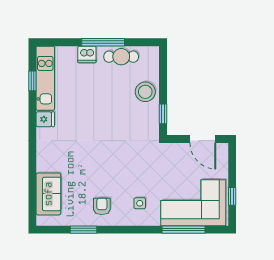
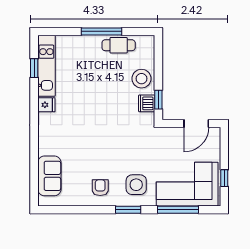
dishwasher: (87, 54) -> (147, 103), moved, turned 90
door: (203, 139) -> (196, 124), hinge flipped
side table: (140, 203) -> (136, 185), width x1.87, depth x1.87
window: (84, 230) -> (128, 210), moved

